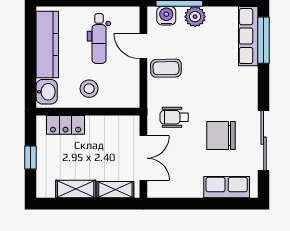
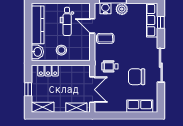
window: (264, 40) -> (161, 22), width x0.46
sliding door: (264, 141) -> (161, 65), moved
shelving: (76, 189) -> (43, 107), moved

